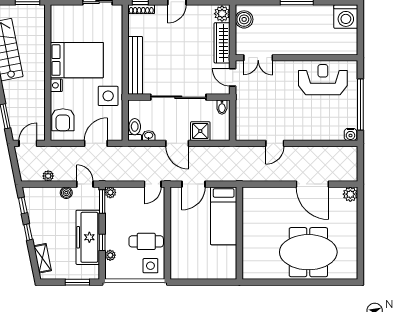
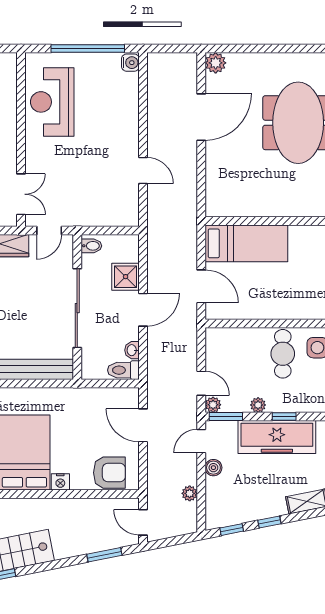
side table: (108, 96) -> (75, 408), removed
door: (153, 184) -> (201, 383), moved
plant: (110, 255) -> (258, 405), moved

